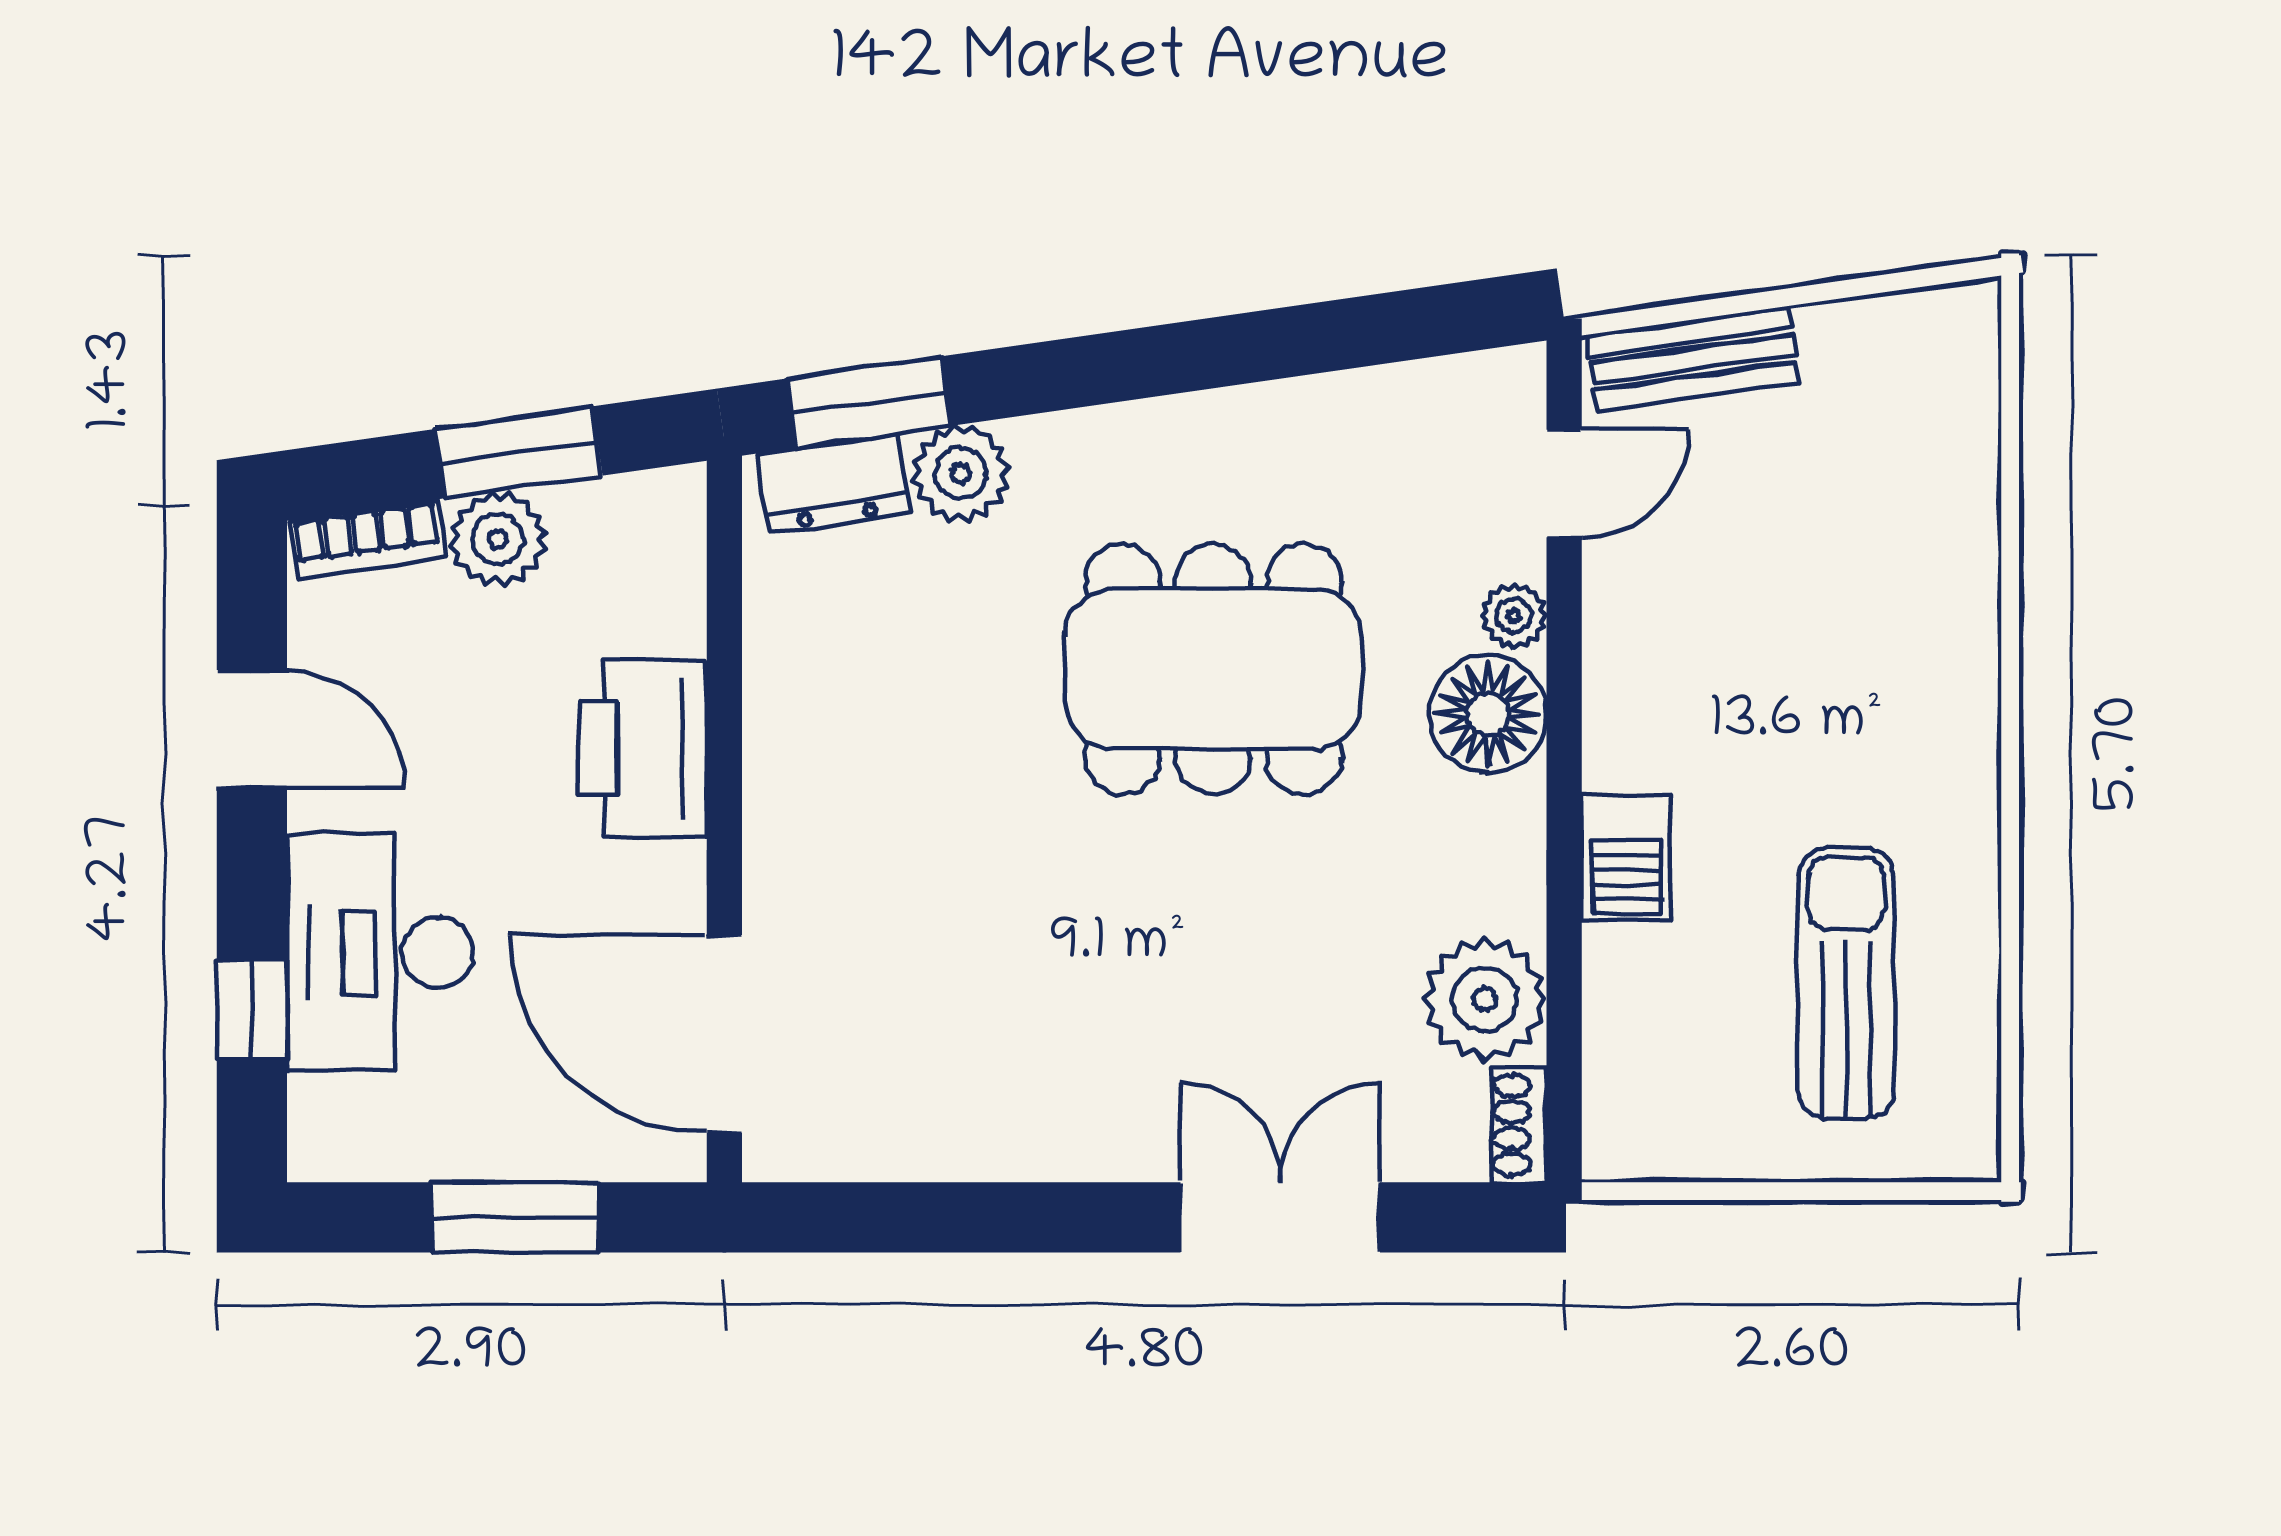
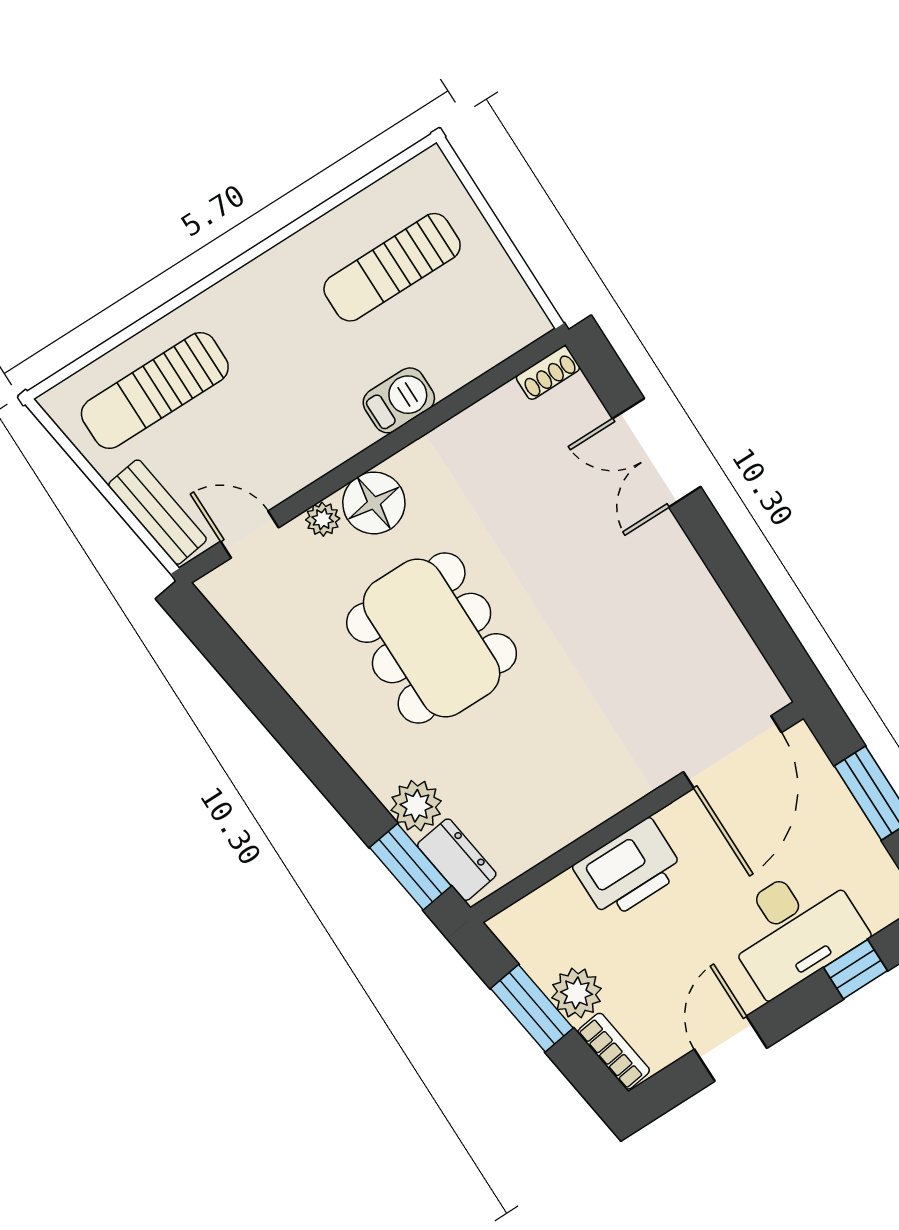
sun lounger: (1891, 479) -> (155, 390), added
plant: (1485, 999) -> (502, 424), removed

